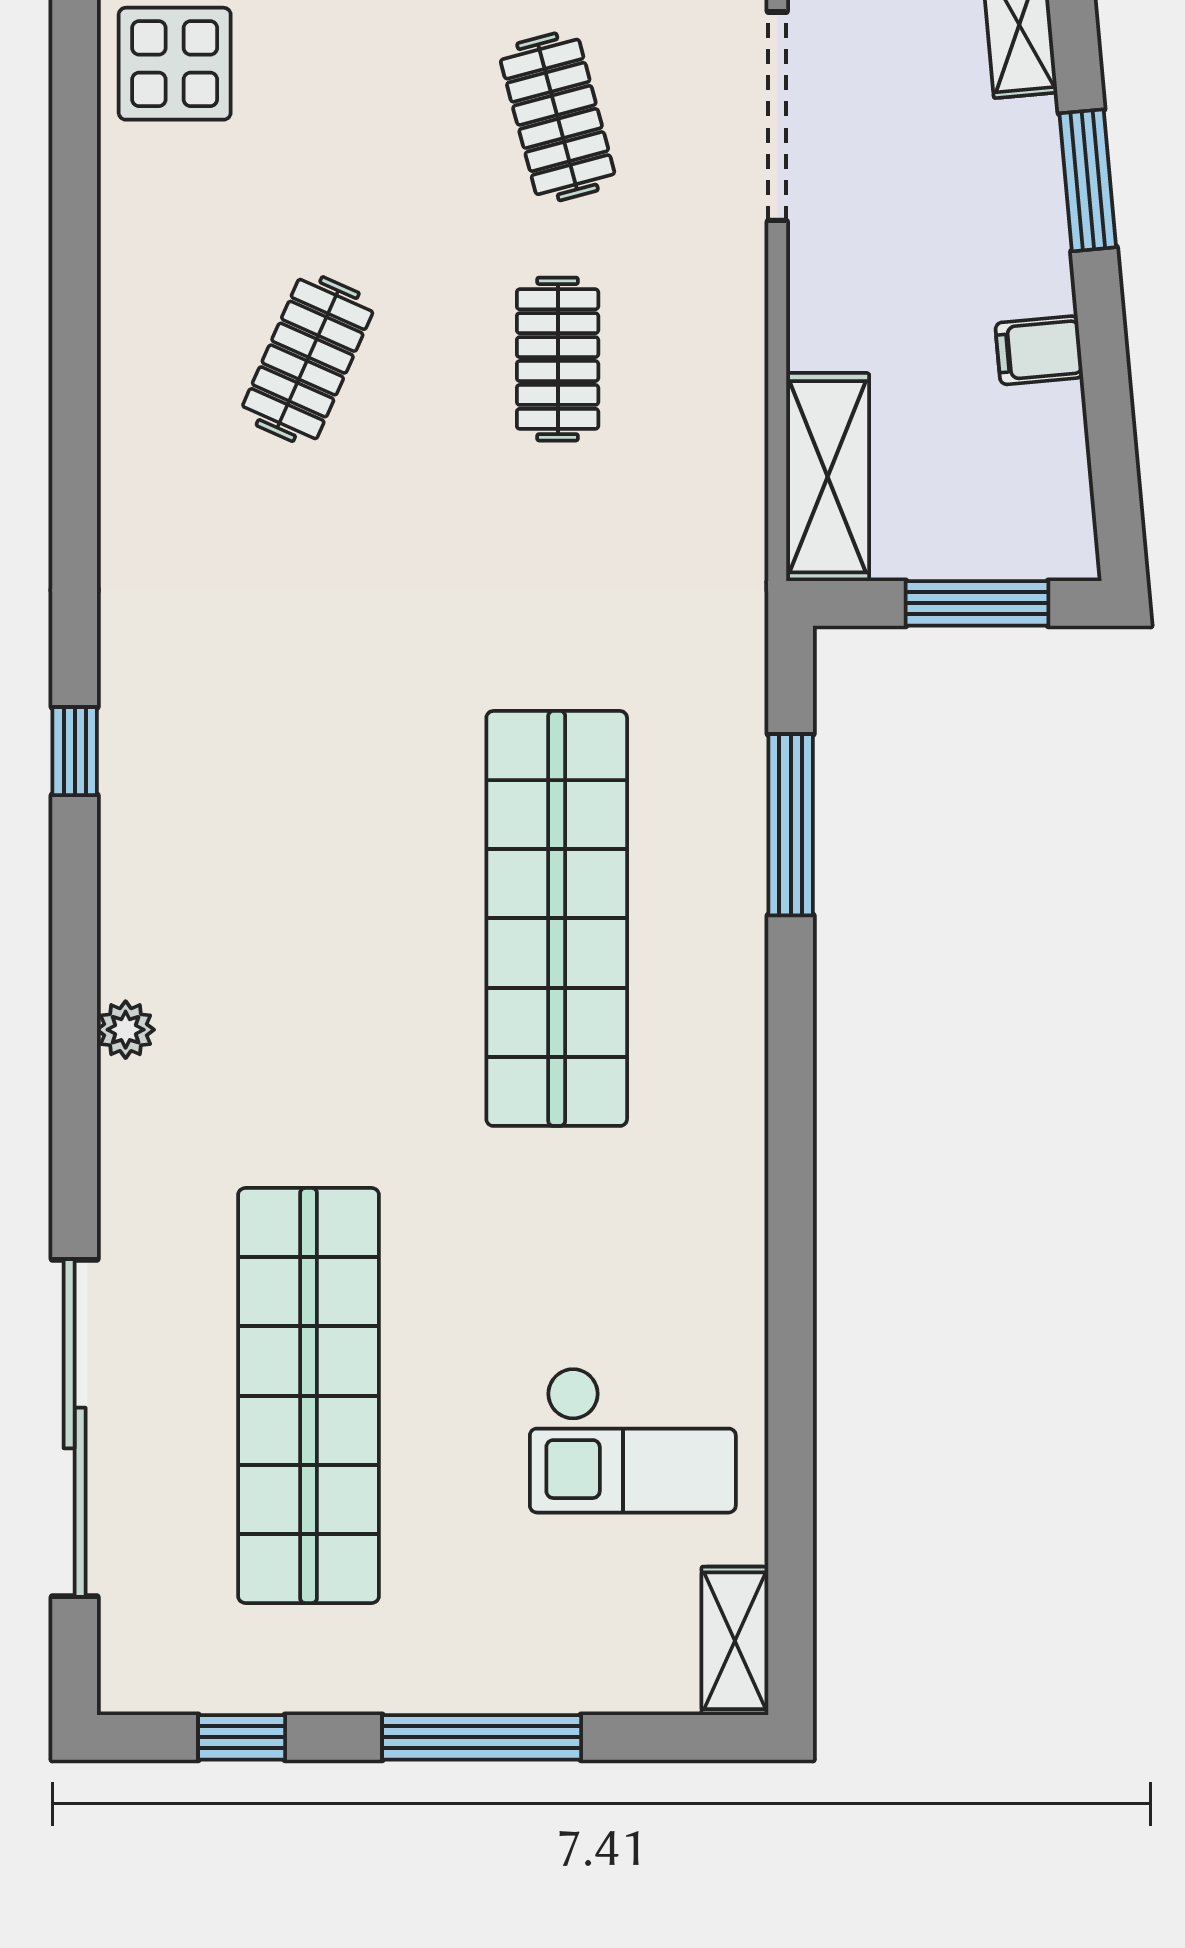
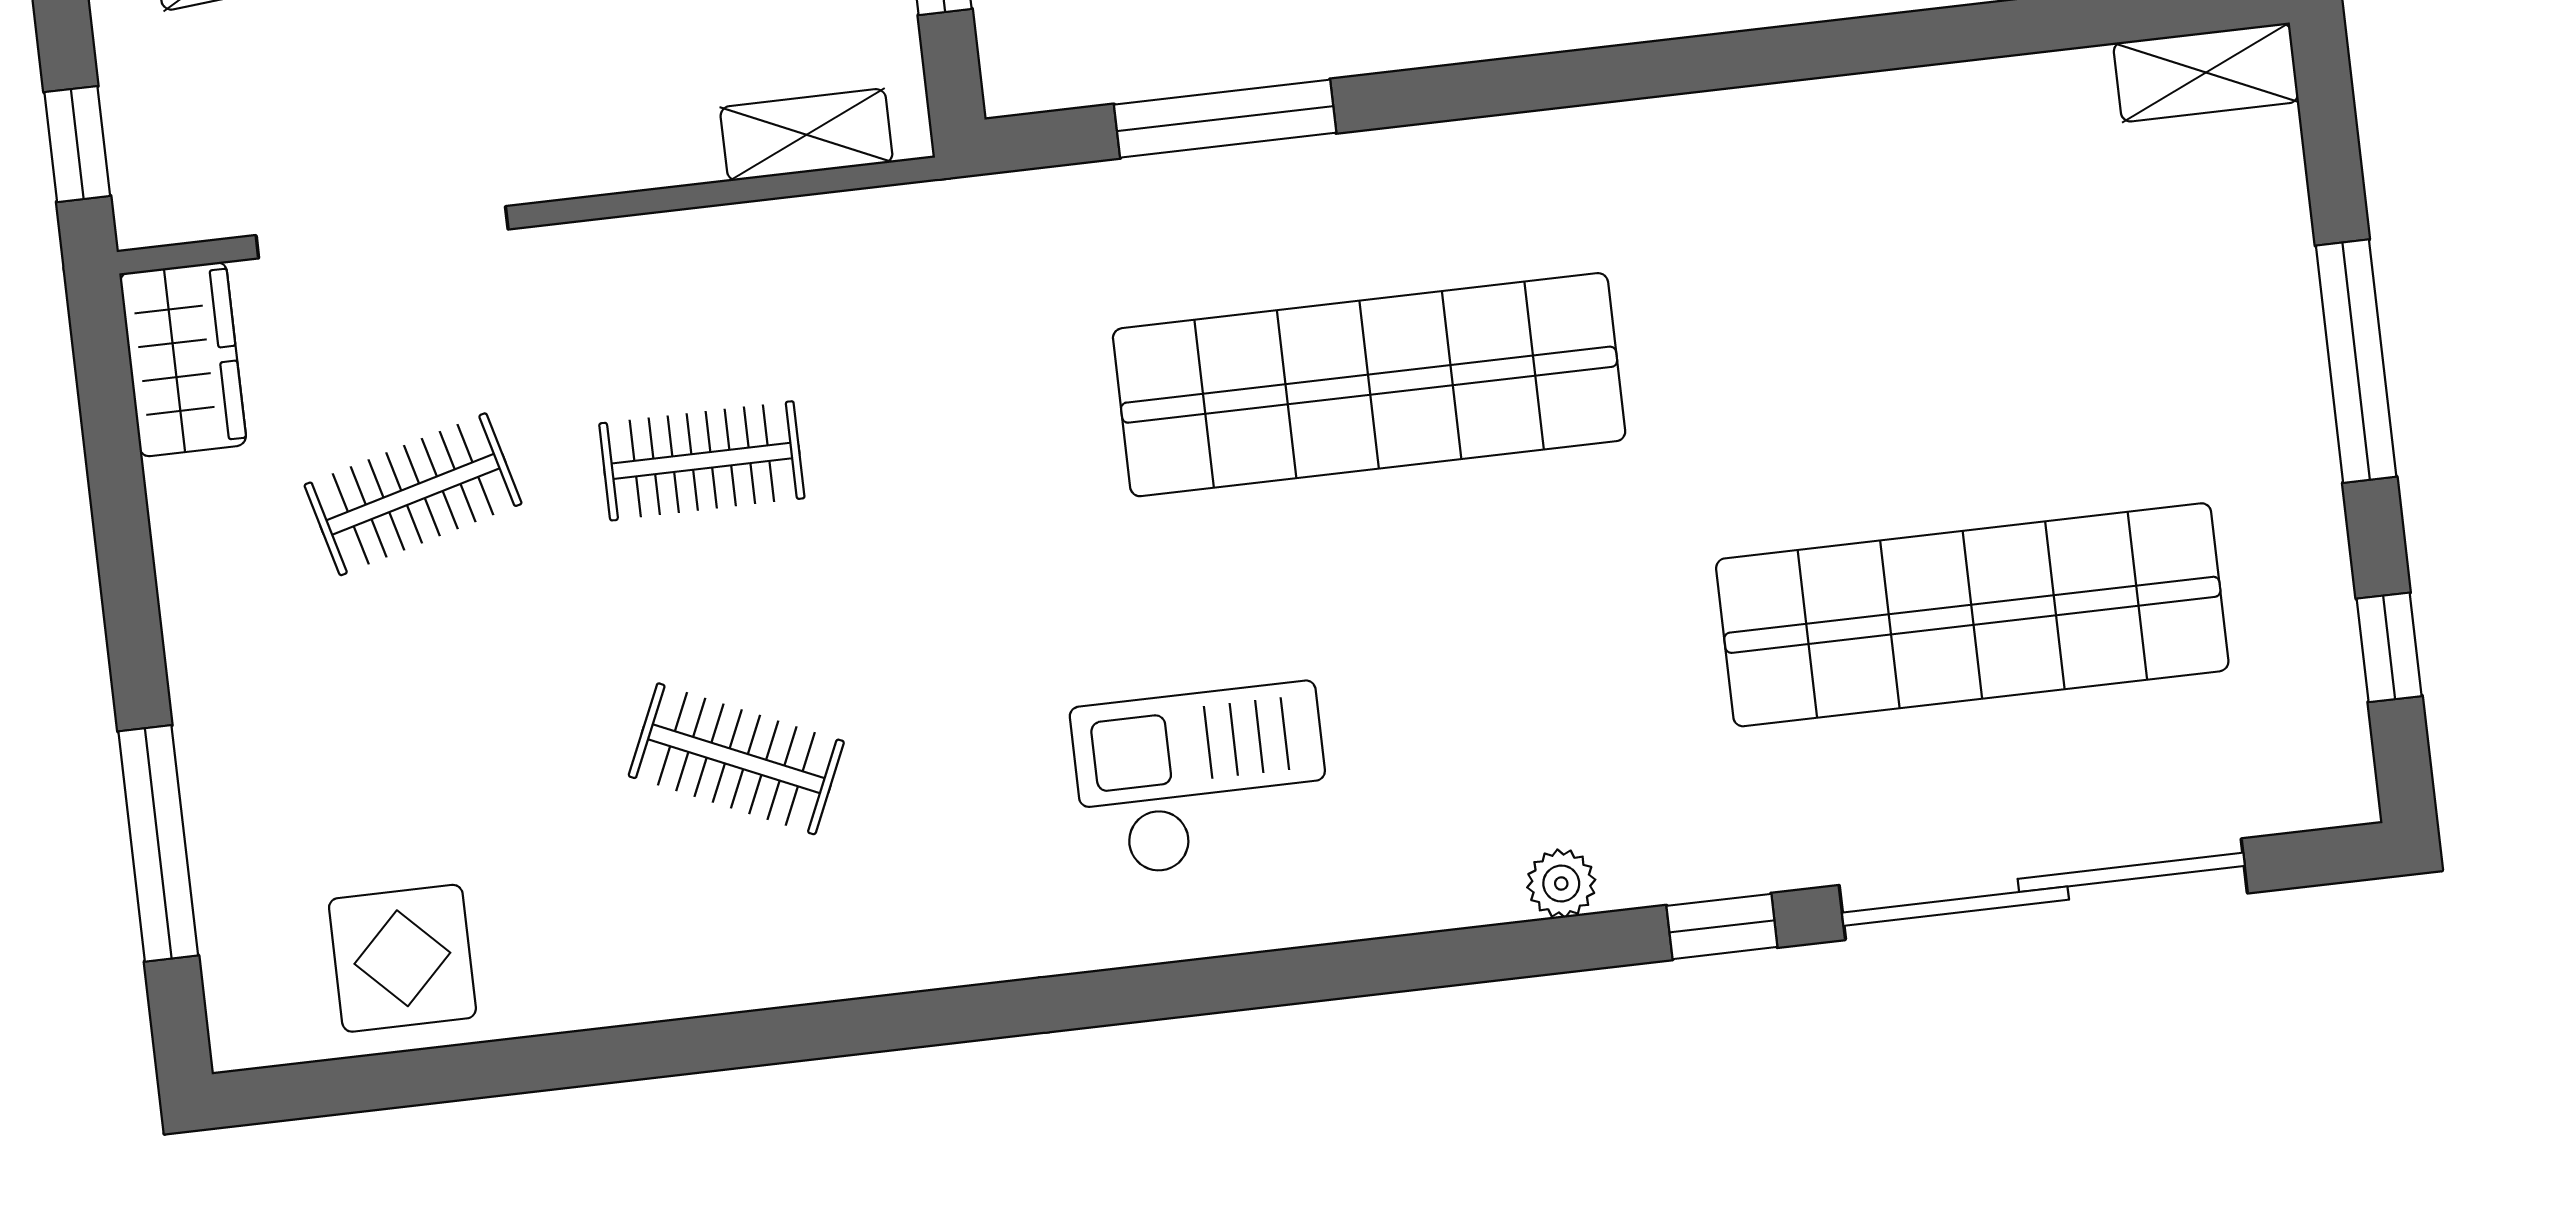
shelving: (828, 477) -> (806, 135), width x0.67, depth x0.75
window: (75, 751) -> (1722, 926), moved
checkout: (633, 1440) -> (1202, 780), moved, turned -90

